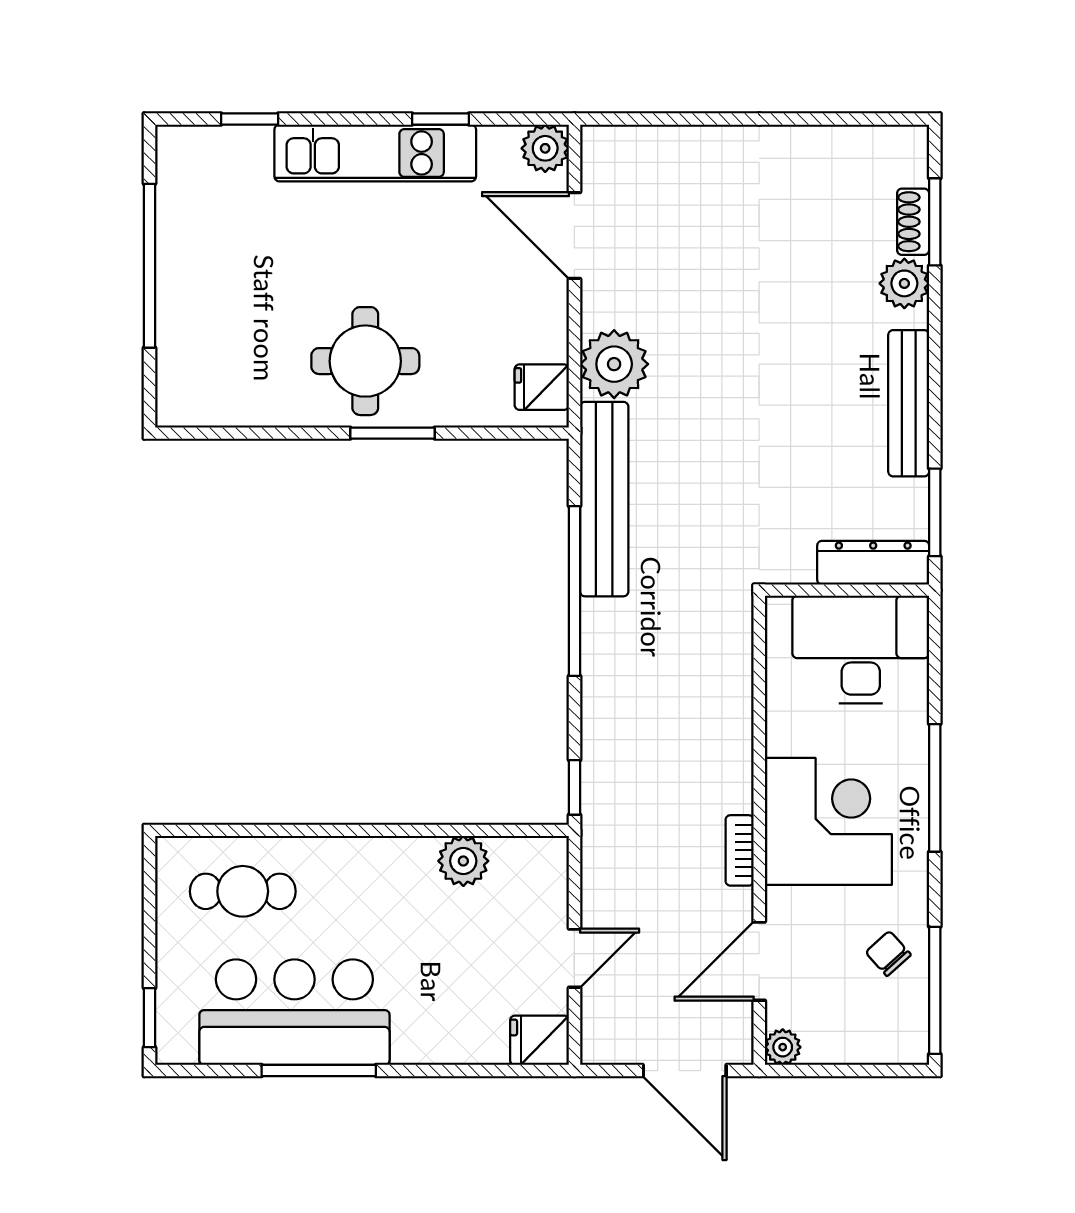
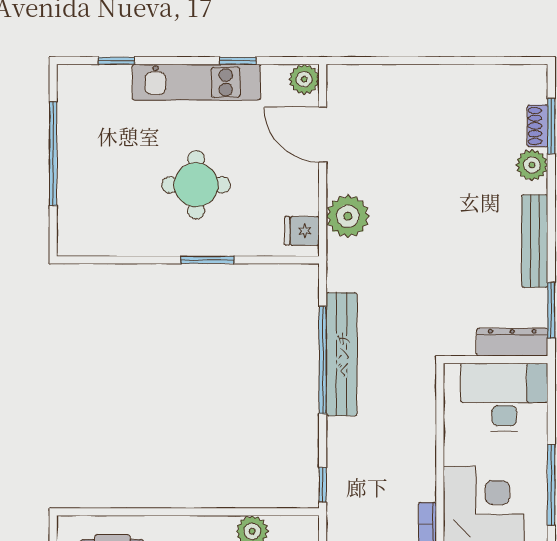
round table: (365, 361) -> (196, 185), moved
bench: (604, 499) -> (342, 354), moved

